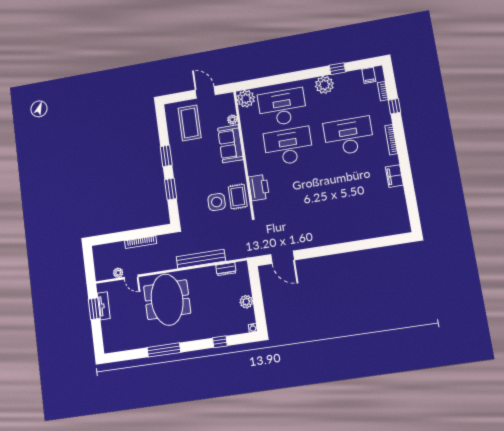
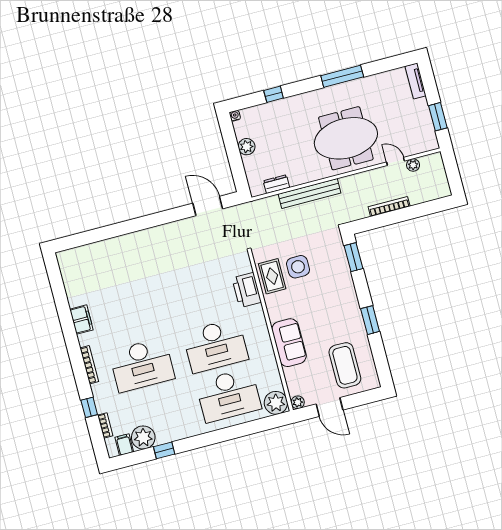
plant: (324, 85) -> (143, 437), moved
plant: (232, 120) -> (298, 402), moved
window: (171, 189) -> (354, 257), moved
meeting table: (167, 300) -> (346, 138), turned 90
tv unit: (104, 306) -> (415, 81), moved

